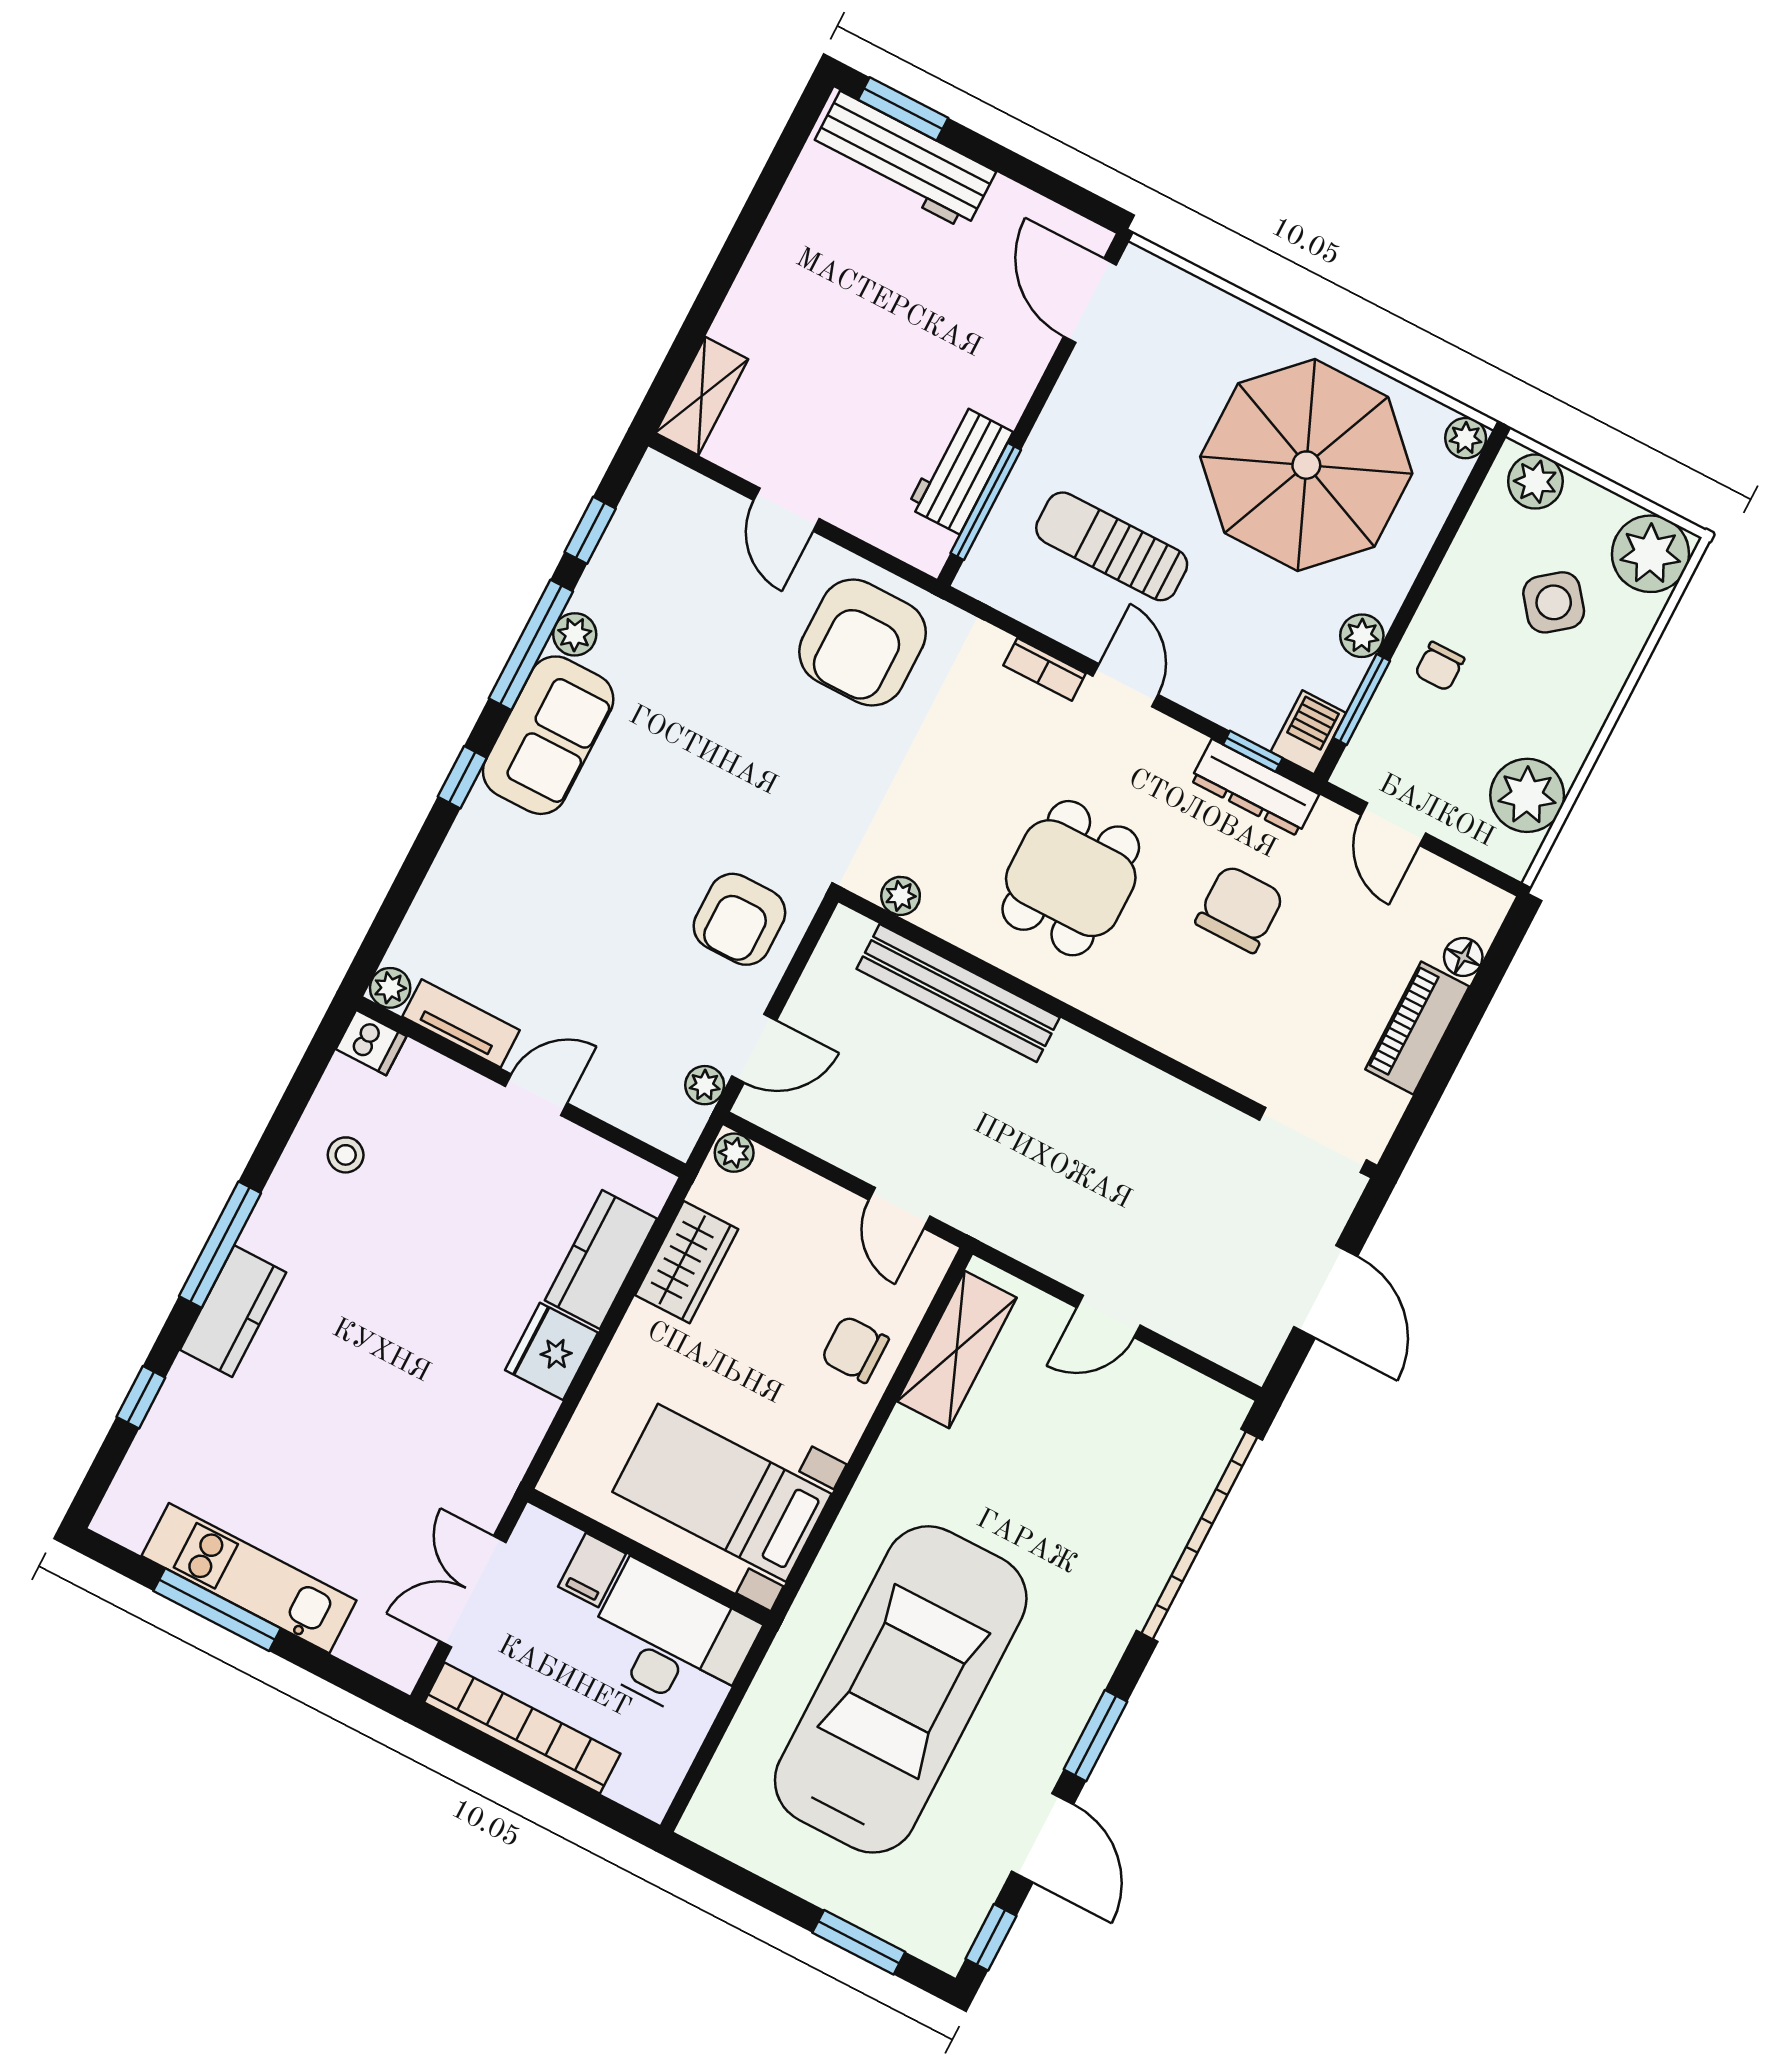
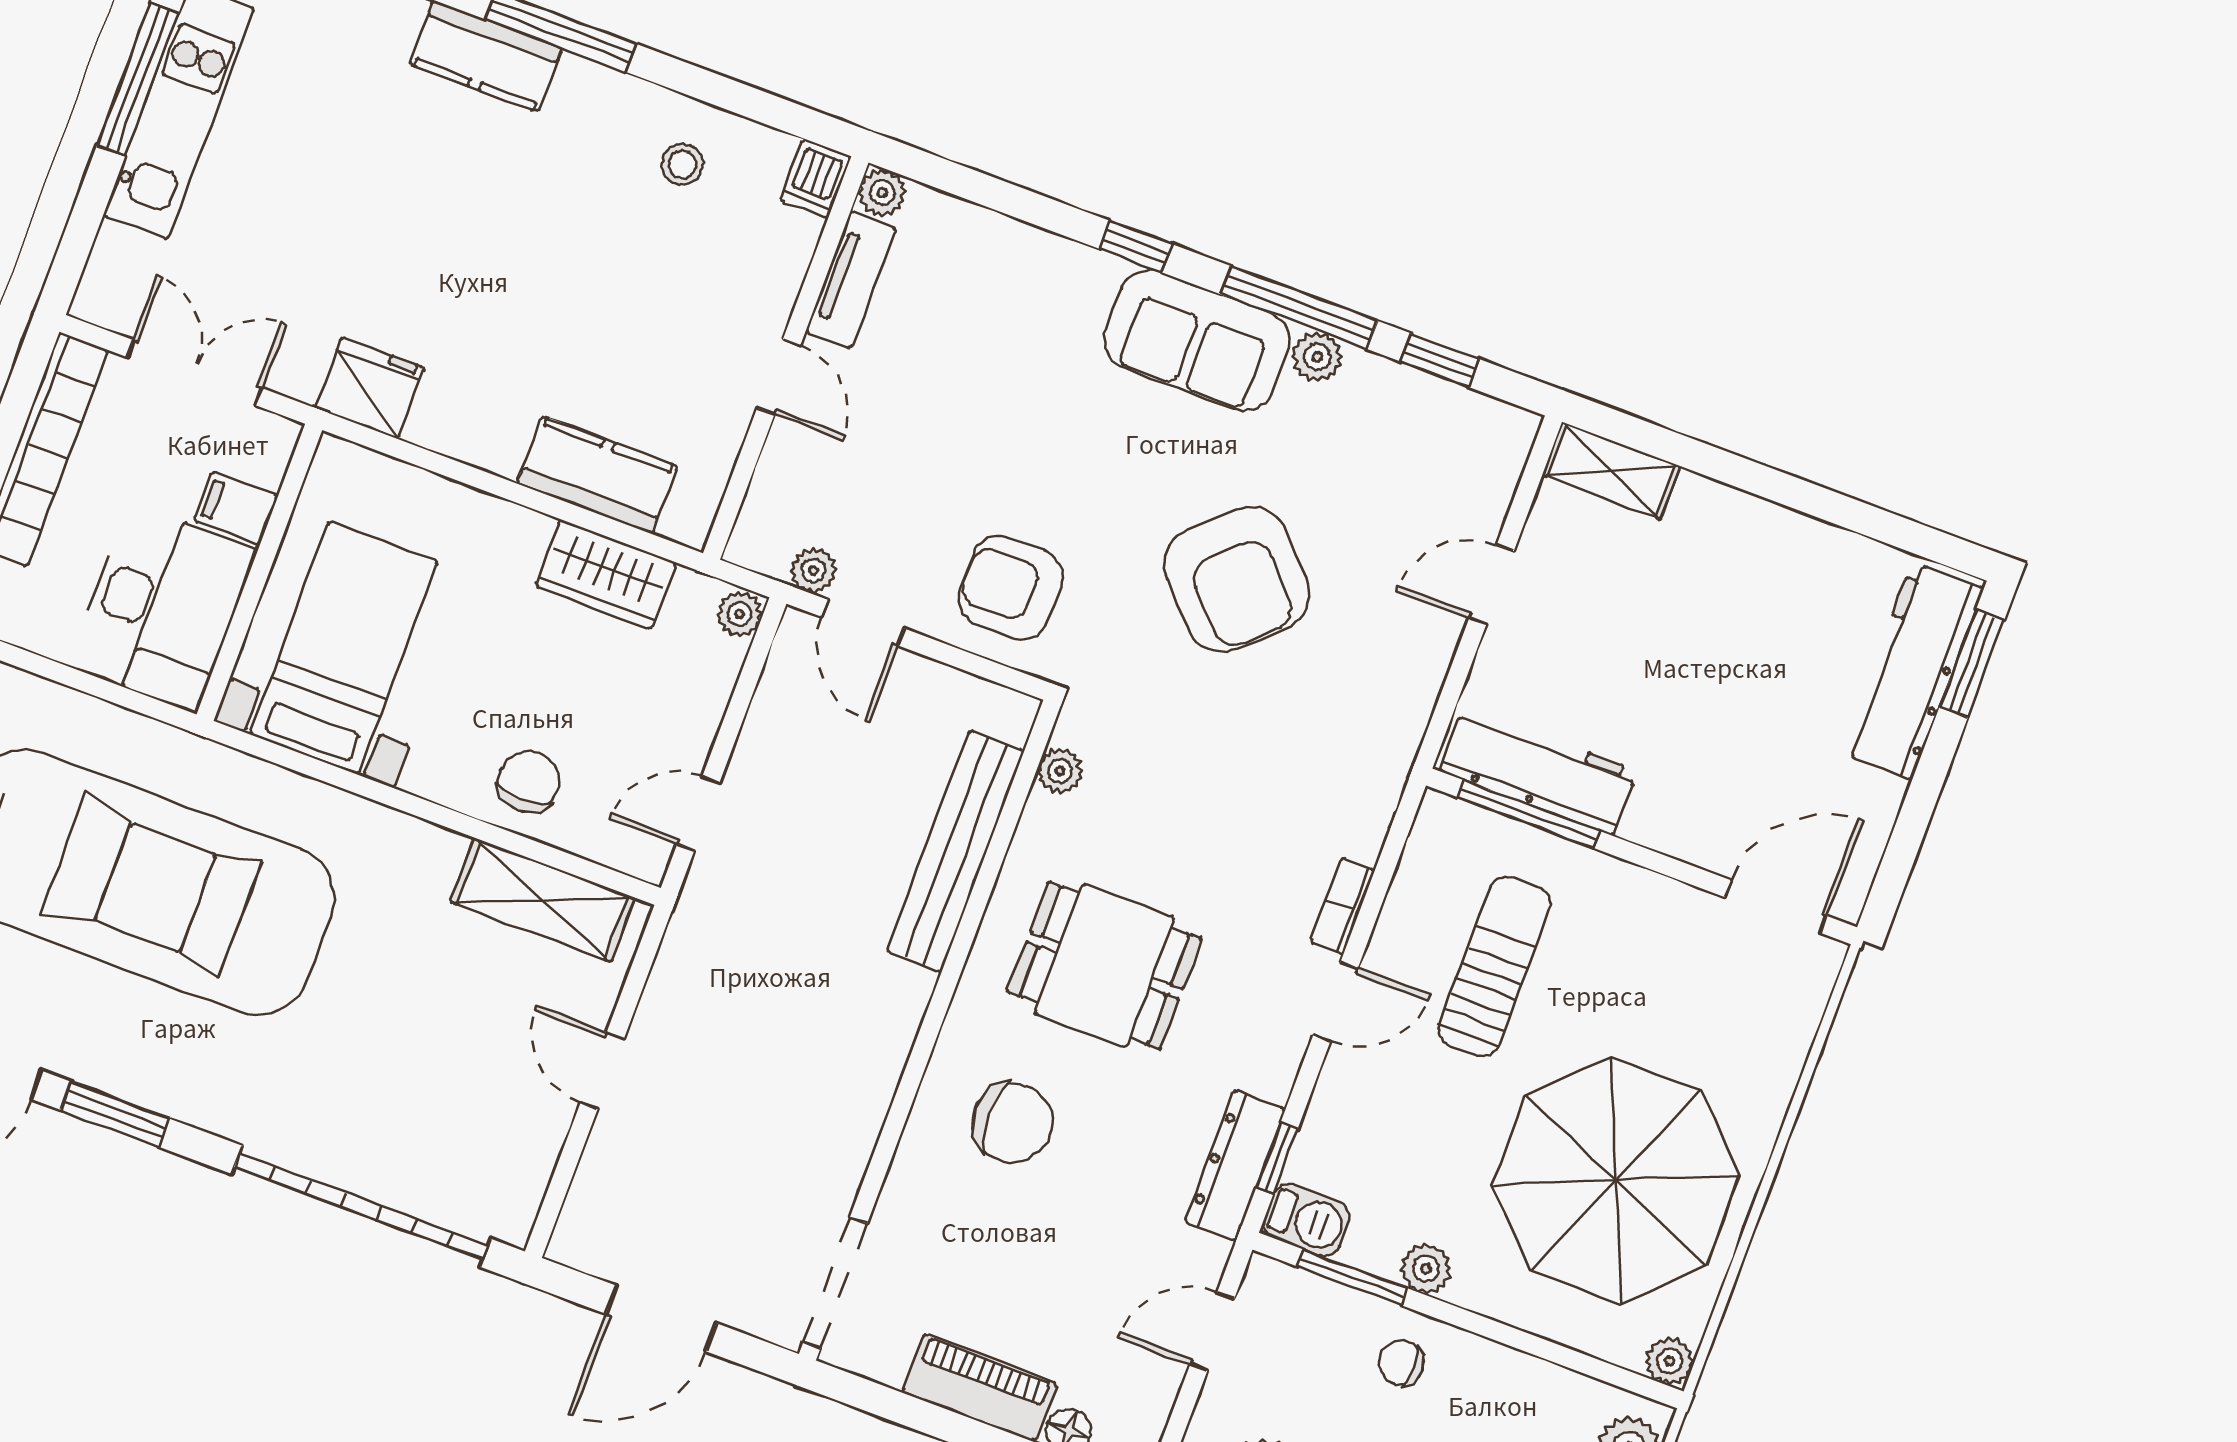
workbench: (960, 470) -> (1538, 771), width x1.37
armchair: (863, 643) -> (1237, 579), moved, turned -133
chair: (1240, 909) -> (1012, 1123), moved
fridge: (552, 1351) -> (370, 388), moved

